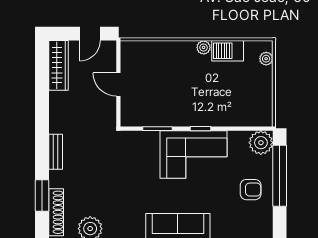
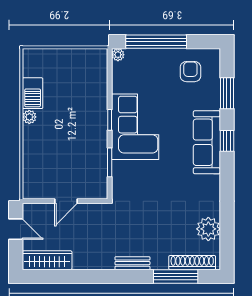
plant: (266, 59) -> (40, 55), removed
plant: (261, 143) -> (118, 55), width x0.53, depth x0.53
armchair: (251, 190) -> (190, 72), moved
window: (42, 196) -> (176, 276), width x1.44

